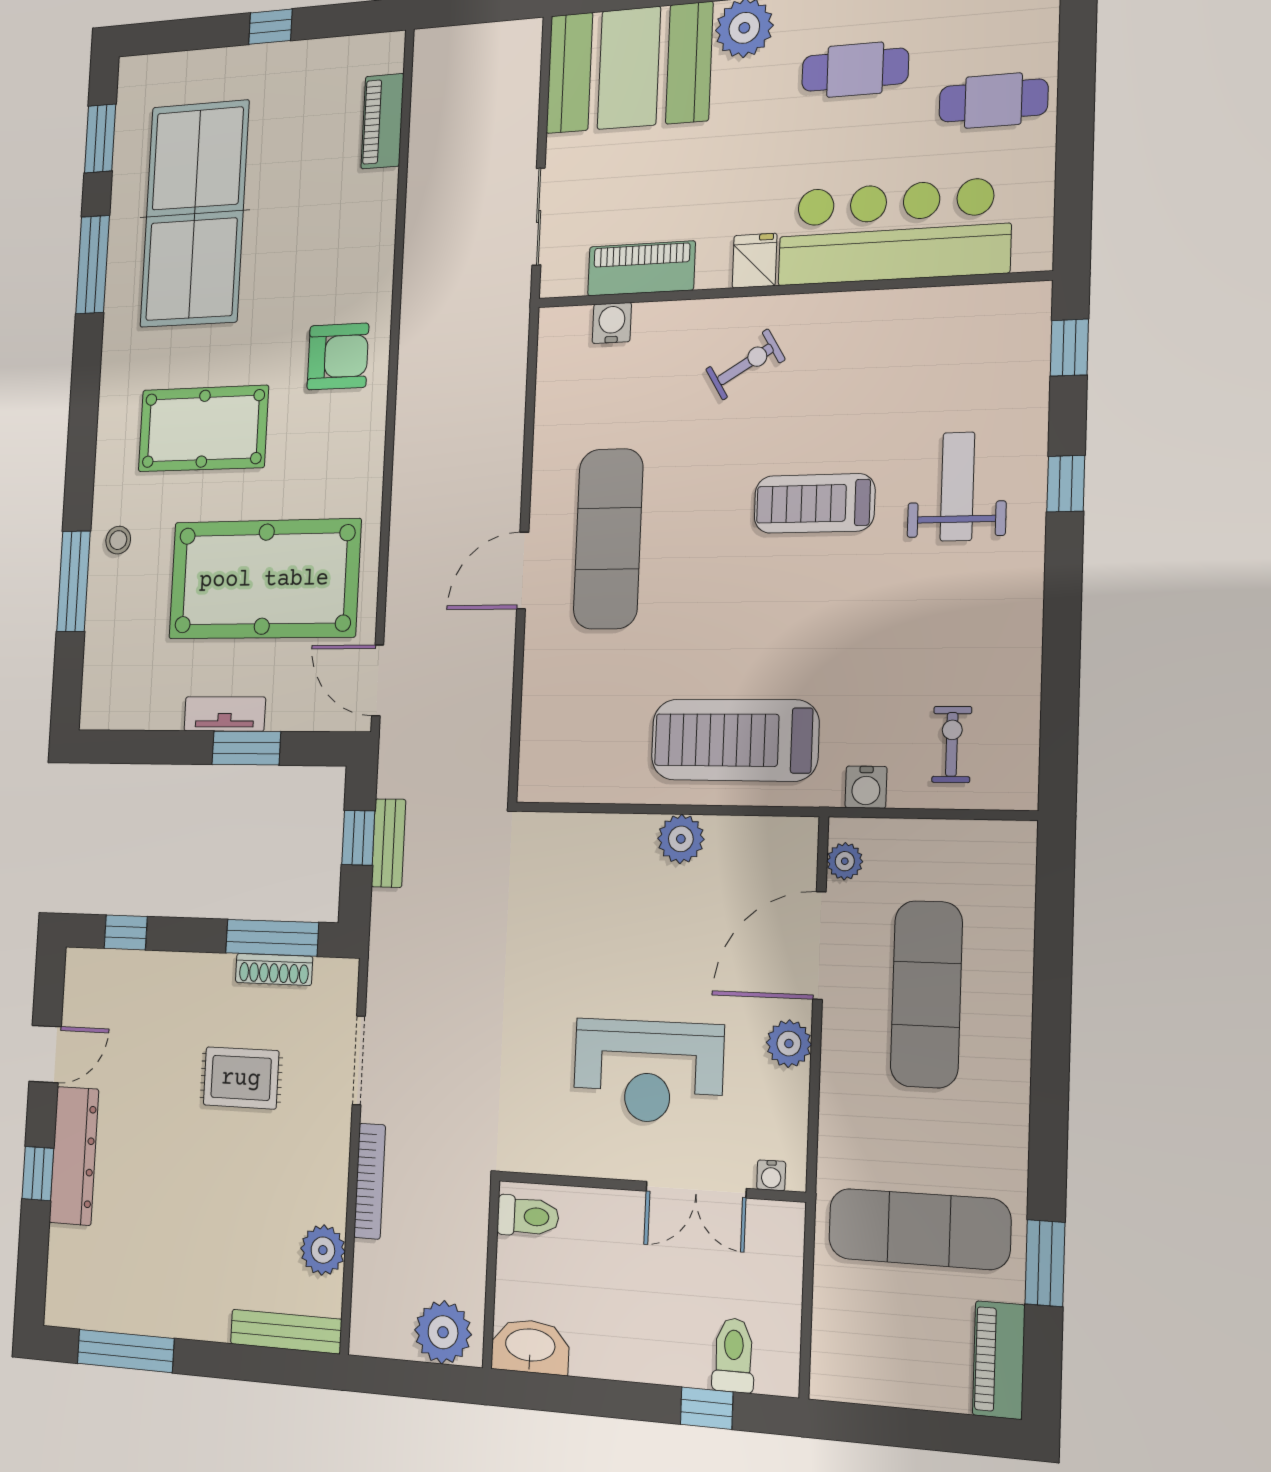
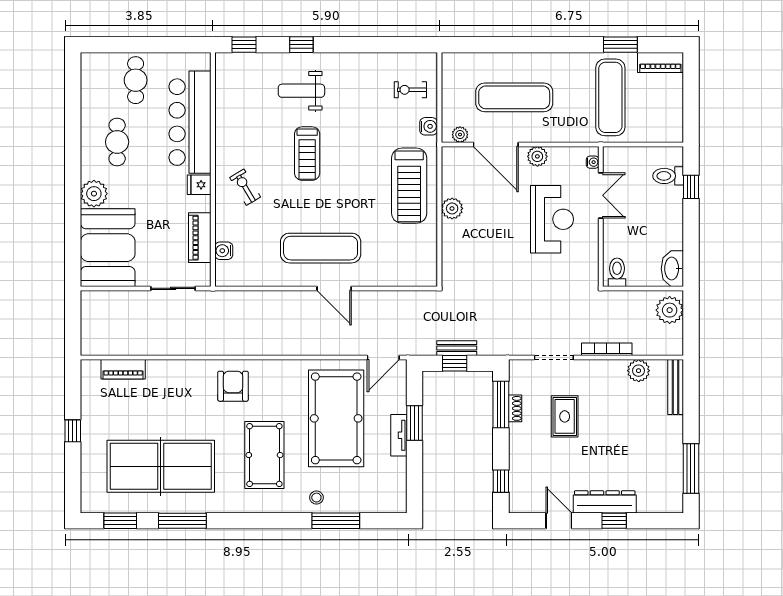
shoe rack: (274, 969) -> (515, 408), width x0.70

